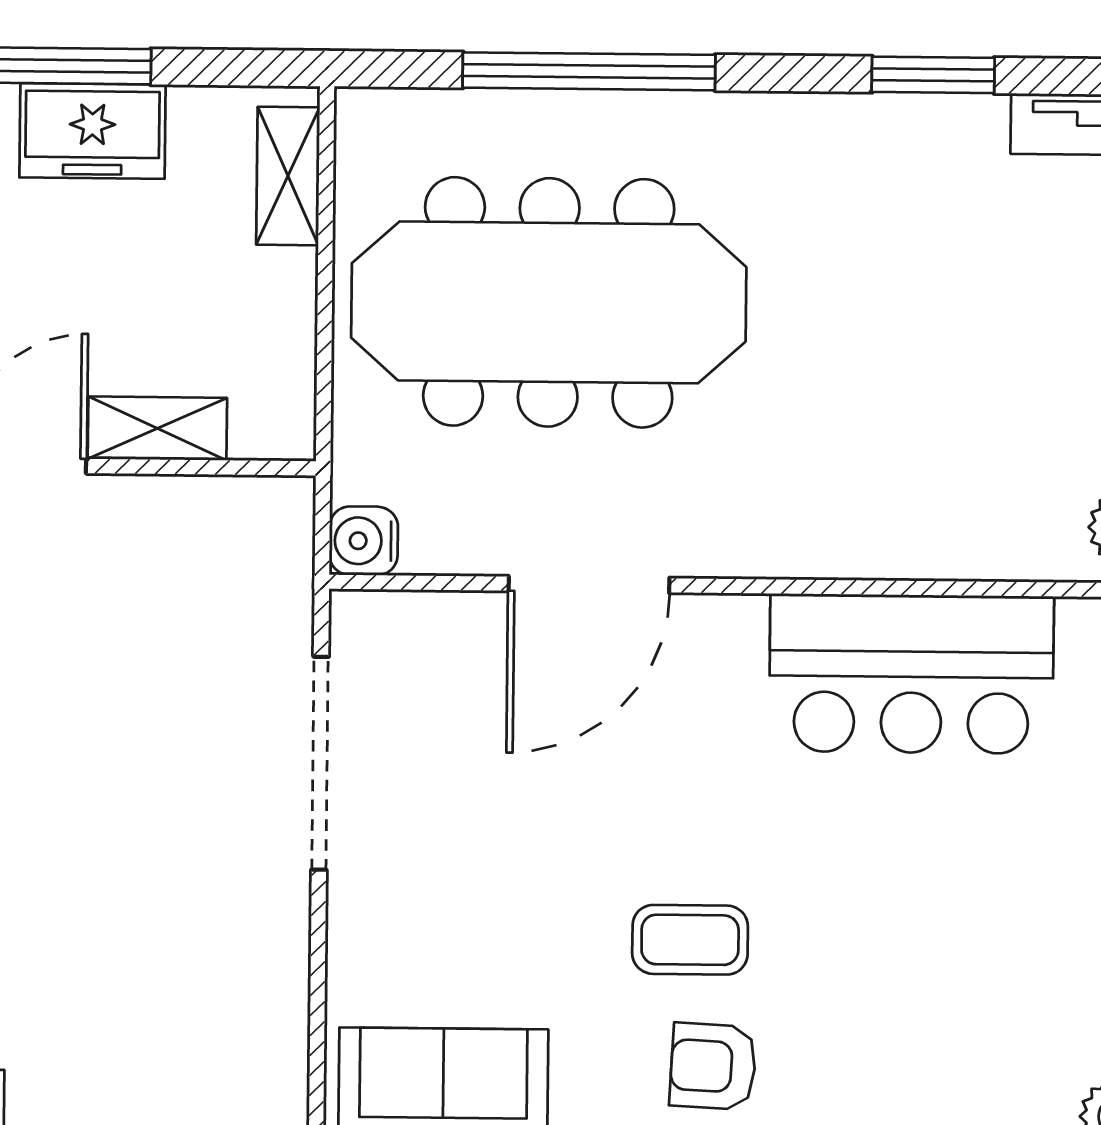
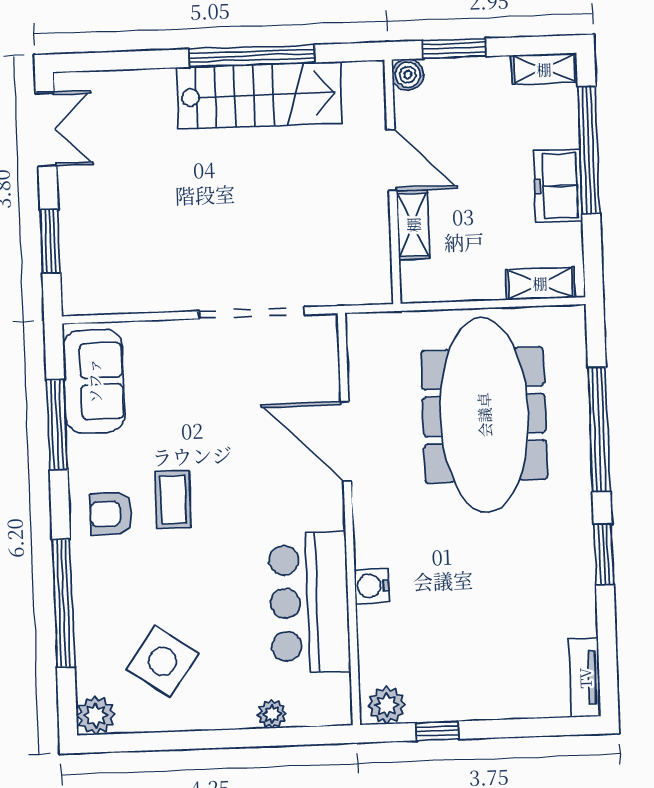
window: (933, 75) -> (604, 554), moved
water cooler: (364, 541) -> (372, 586), moved, turned -90
side table: (1016, 977) -> (162, 661), added
armchair: (713, 1066) -> (111, 514), turned -93

